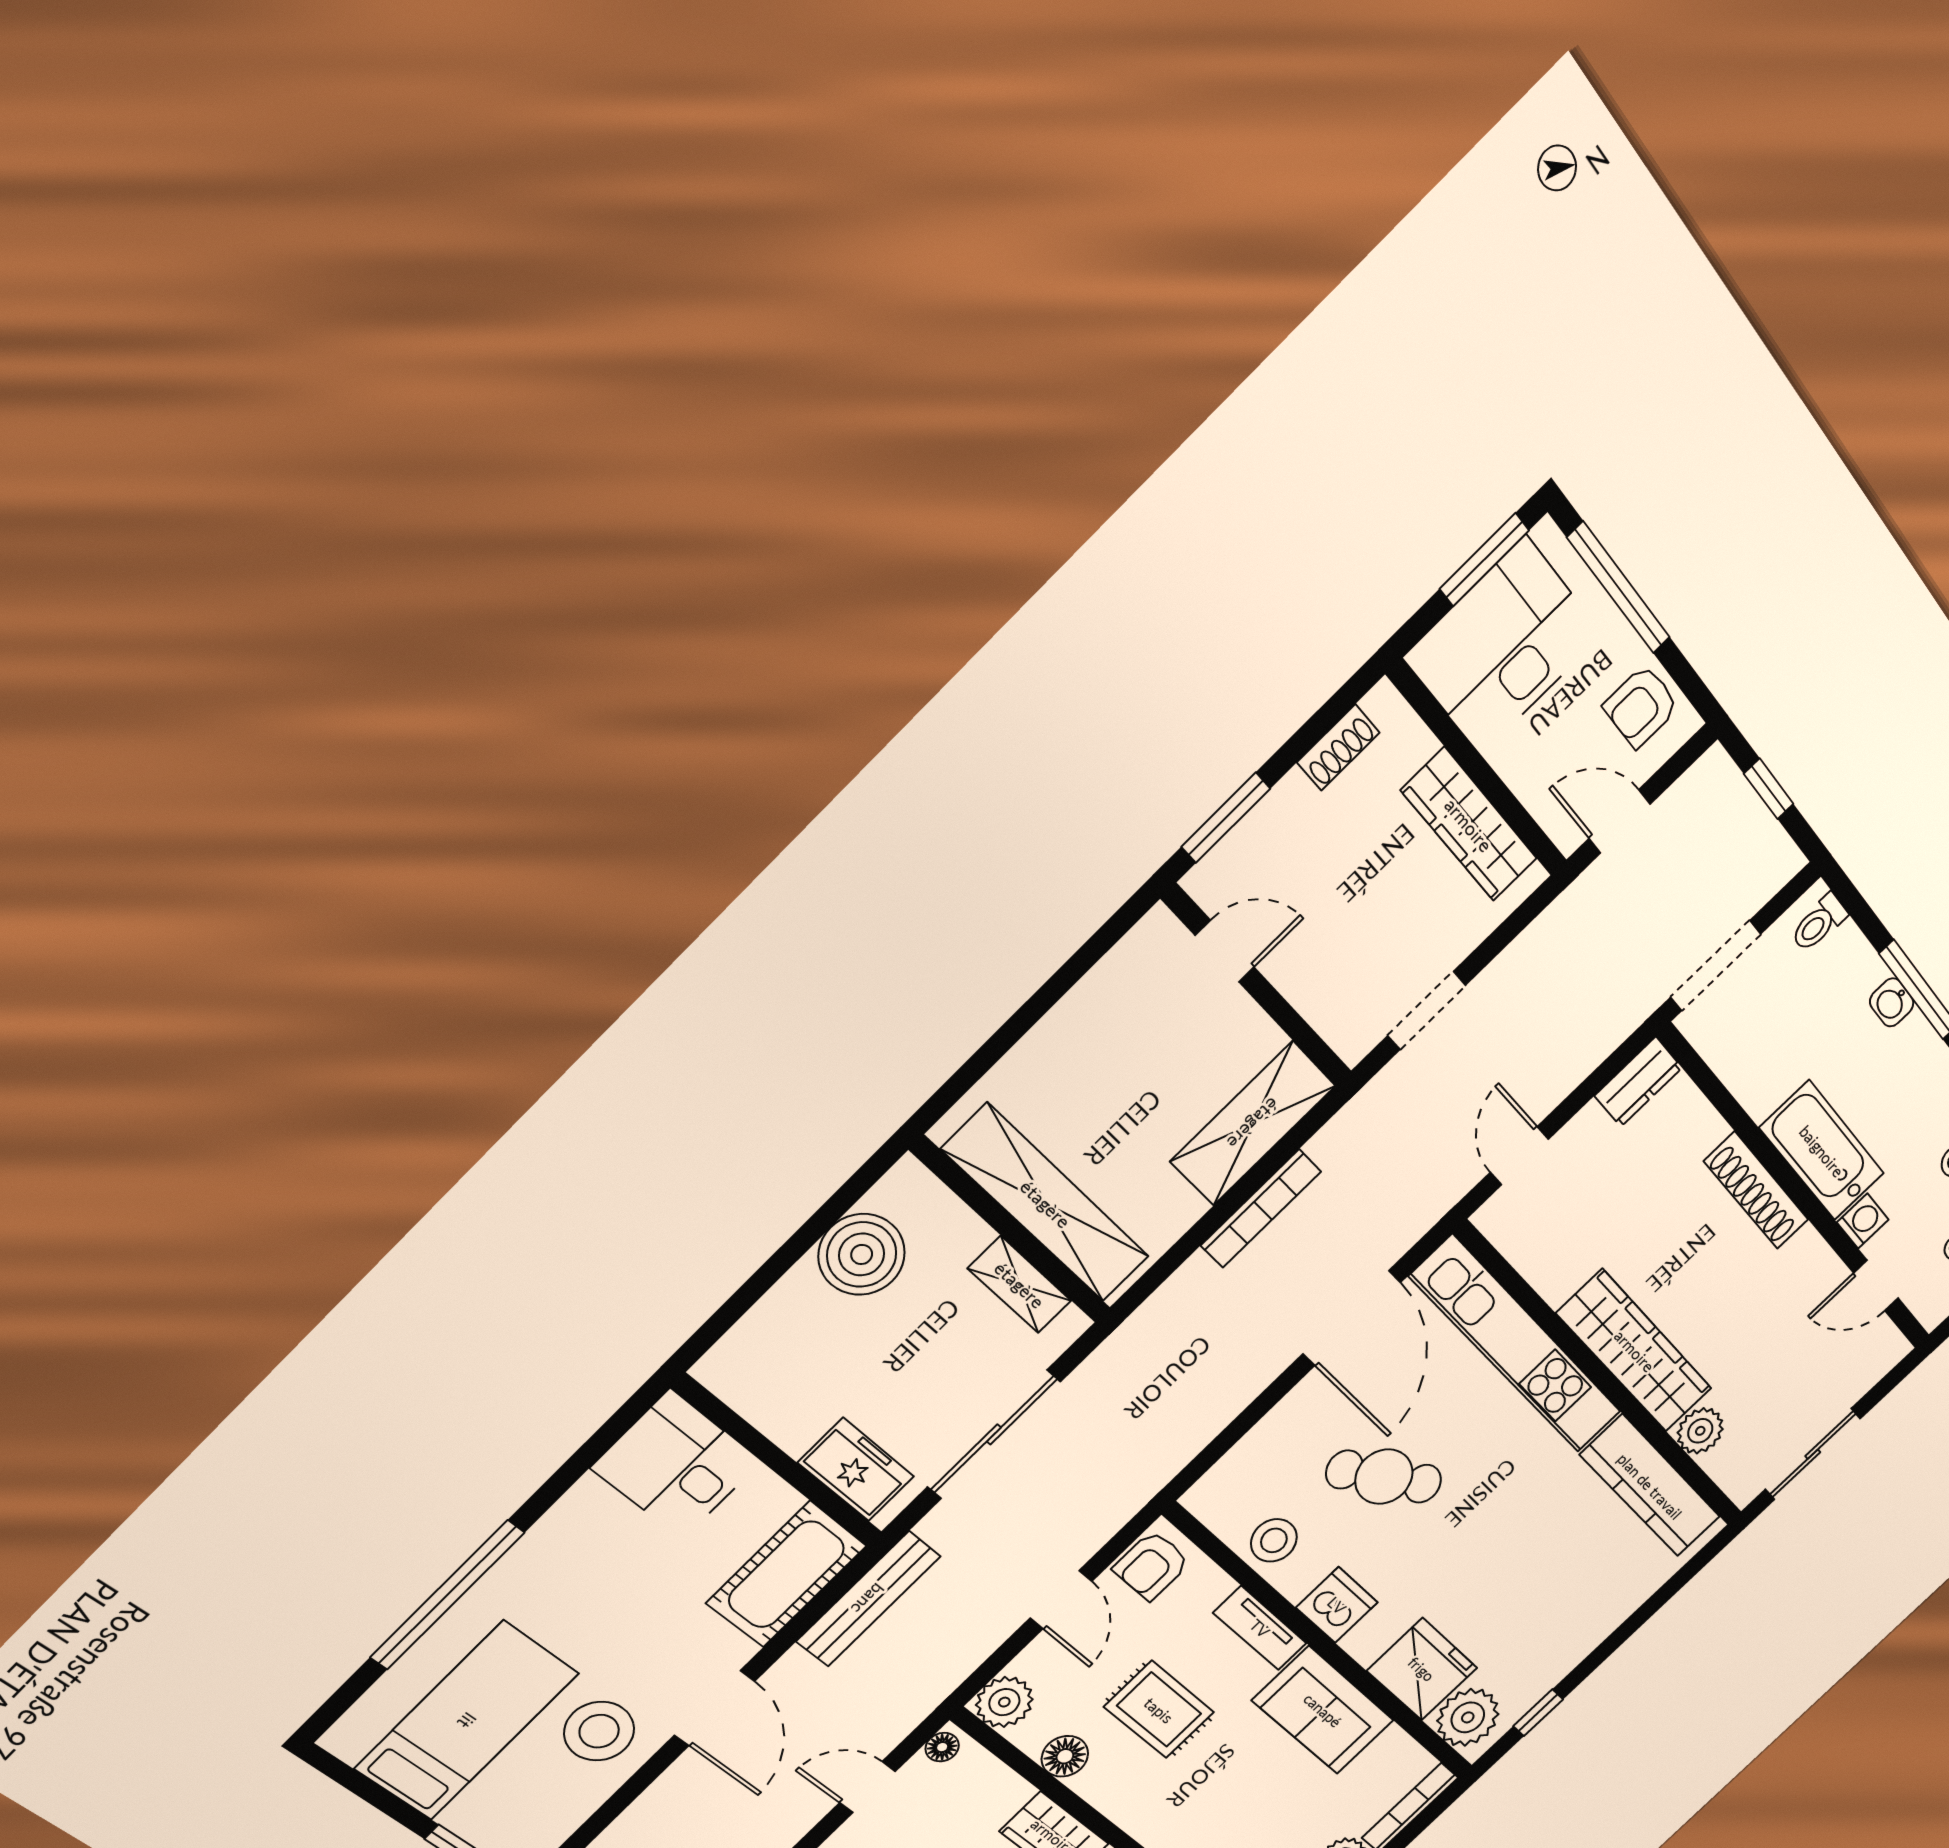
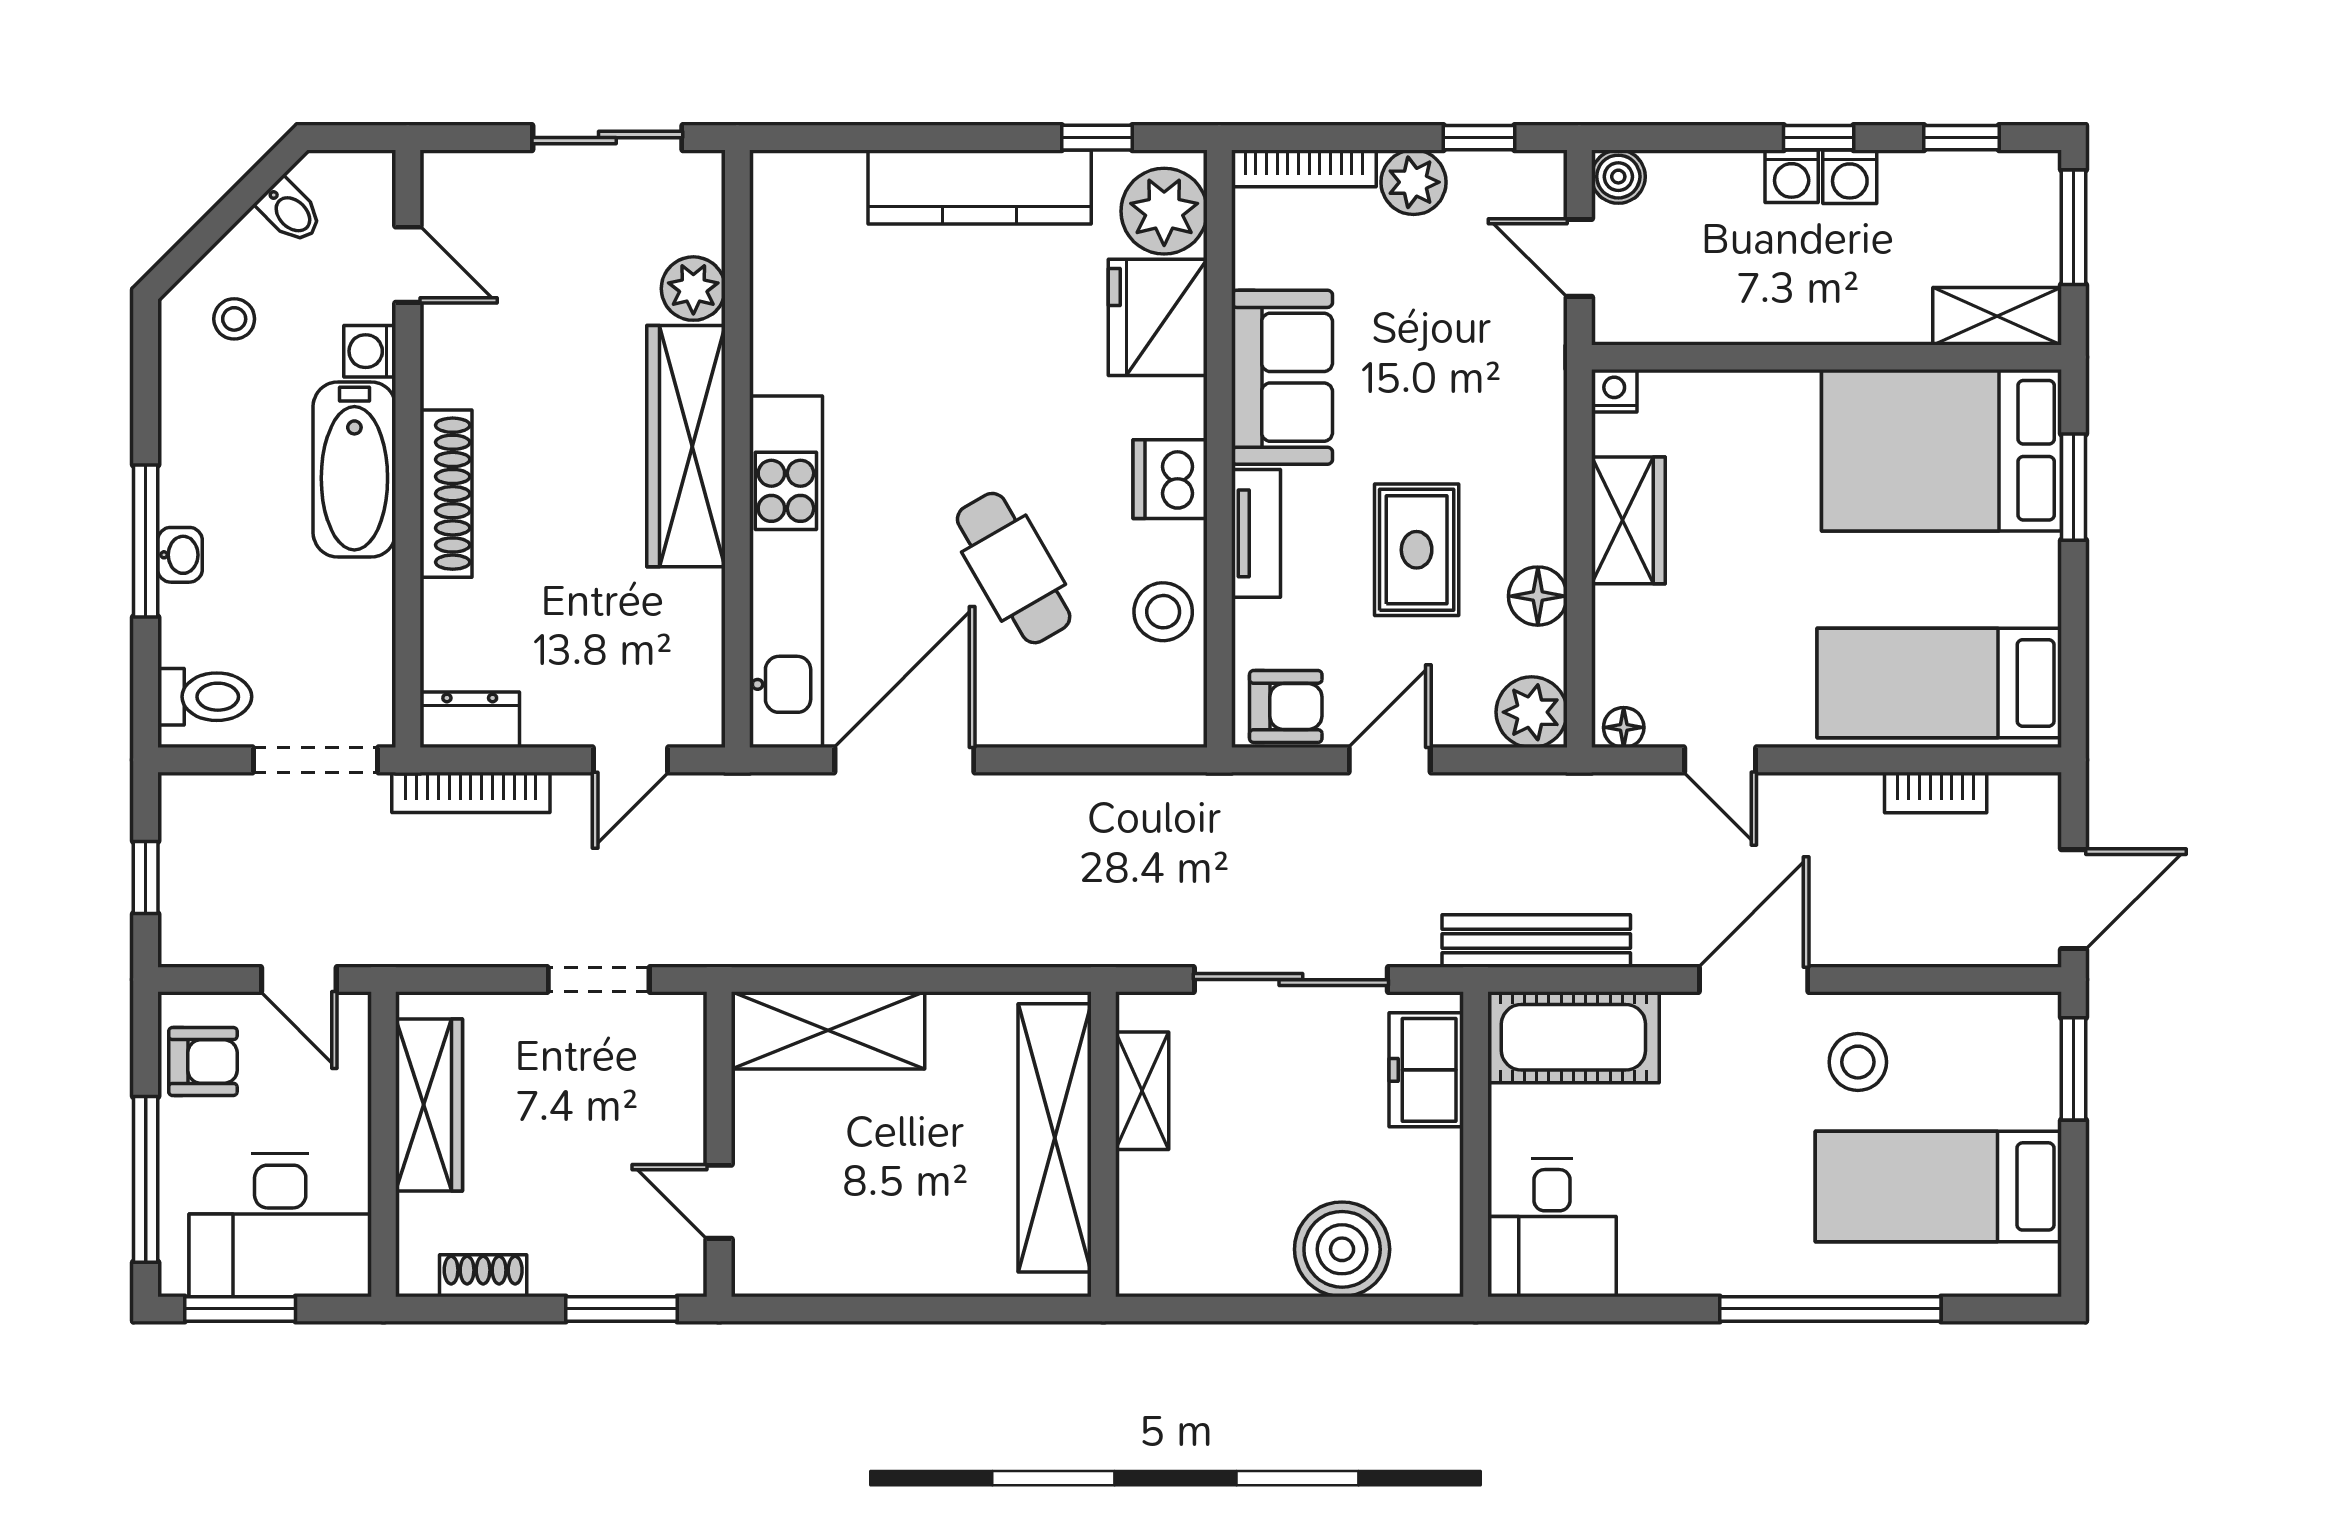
toilet: (1819, 923) -> (205, 697), width x1.37, depth x1.39
bookcase: (1261, 1209) -> (471, 792), moved, turned 180
boiler: (862, 1254) -> (1342, 1249), moved
kitchen counter: (1650, 1486) -> (980, 187), moved, turned 90
stool: (599, 1731) -> (1858, 1062), width x0.73, depth x0.73

